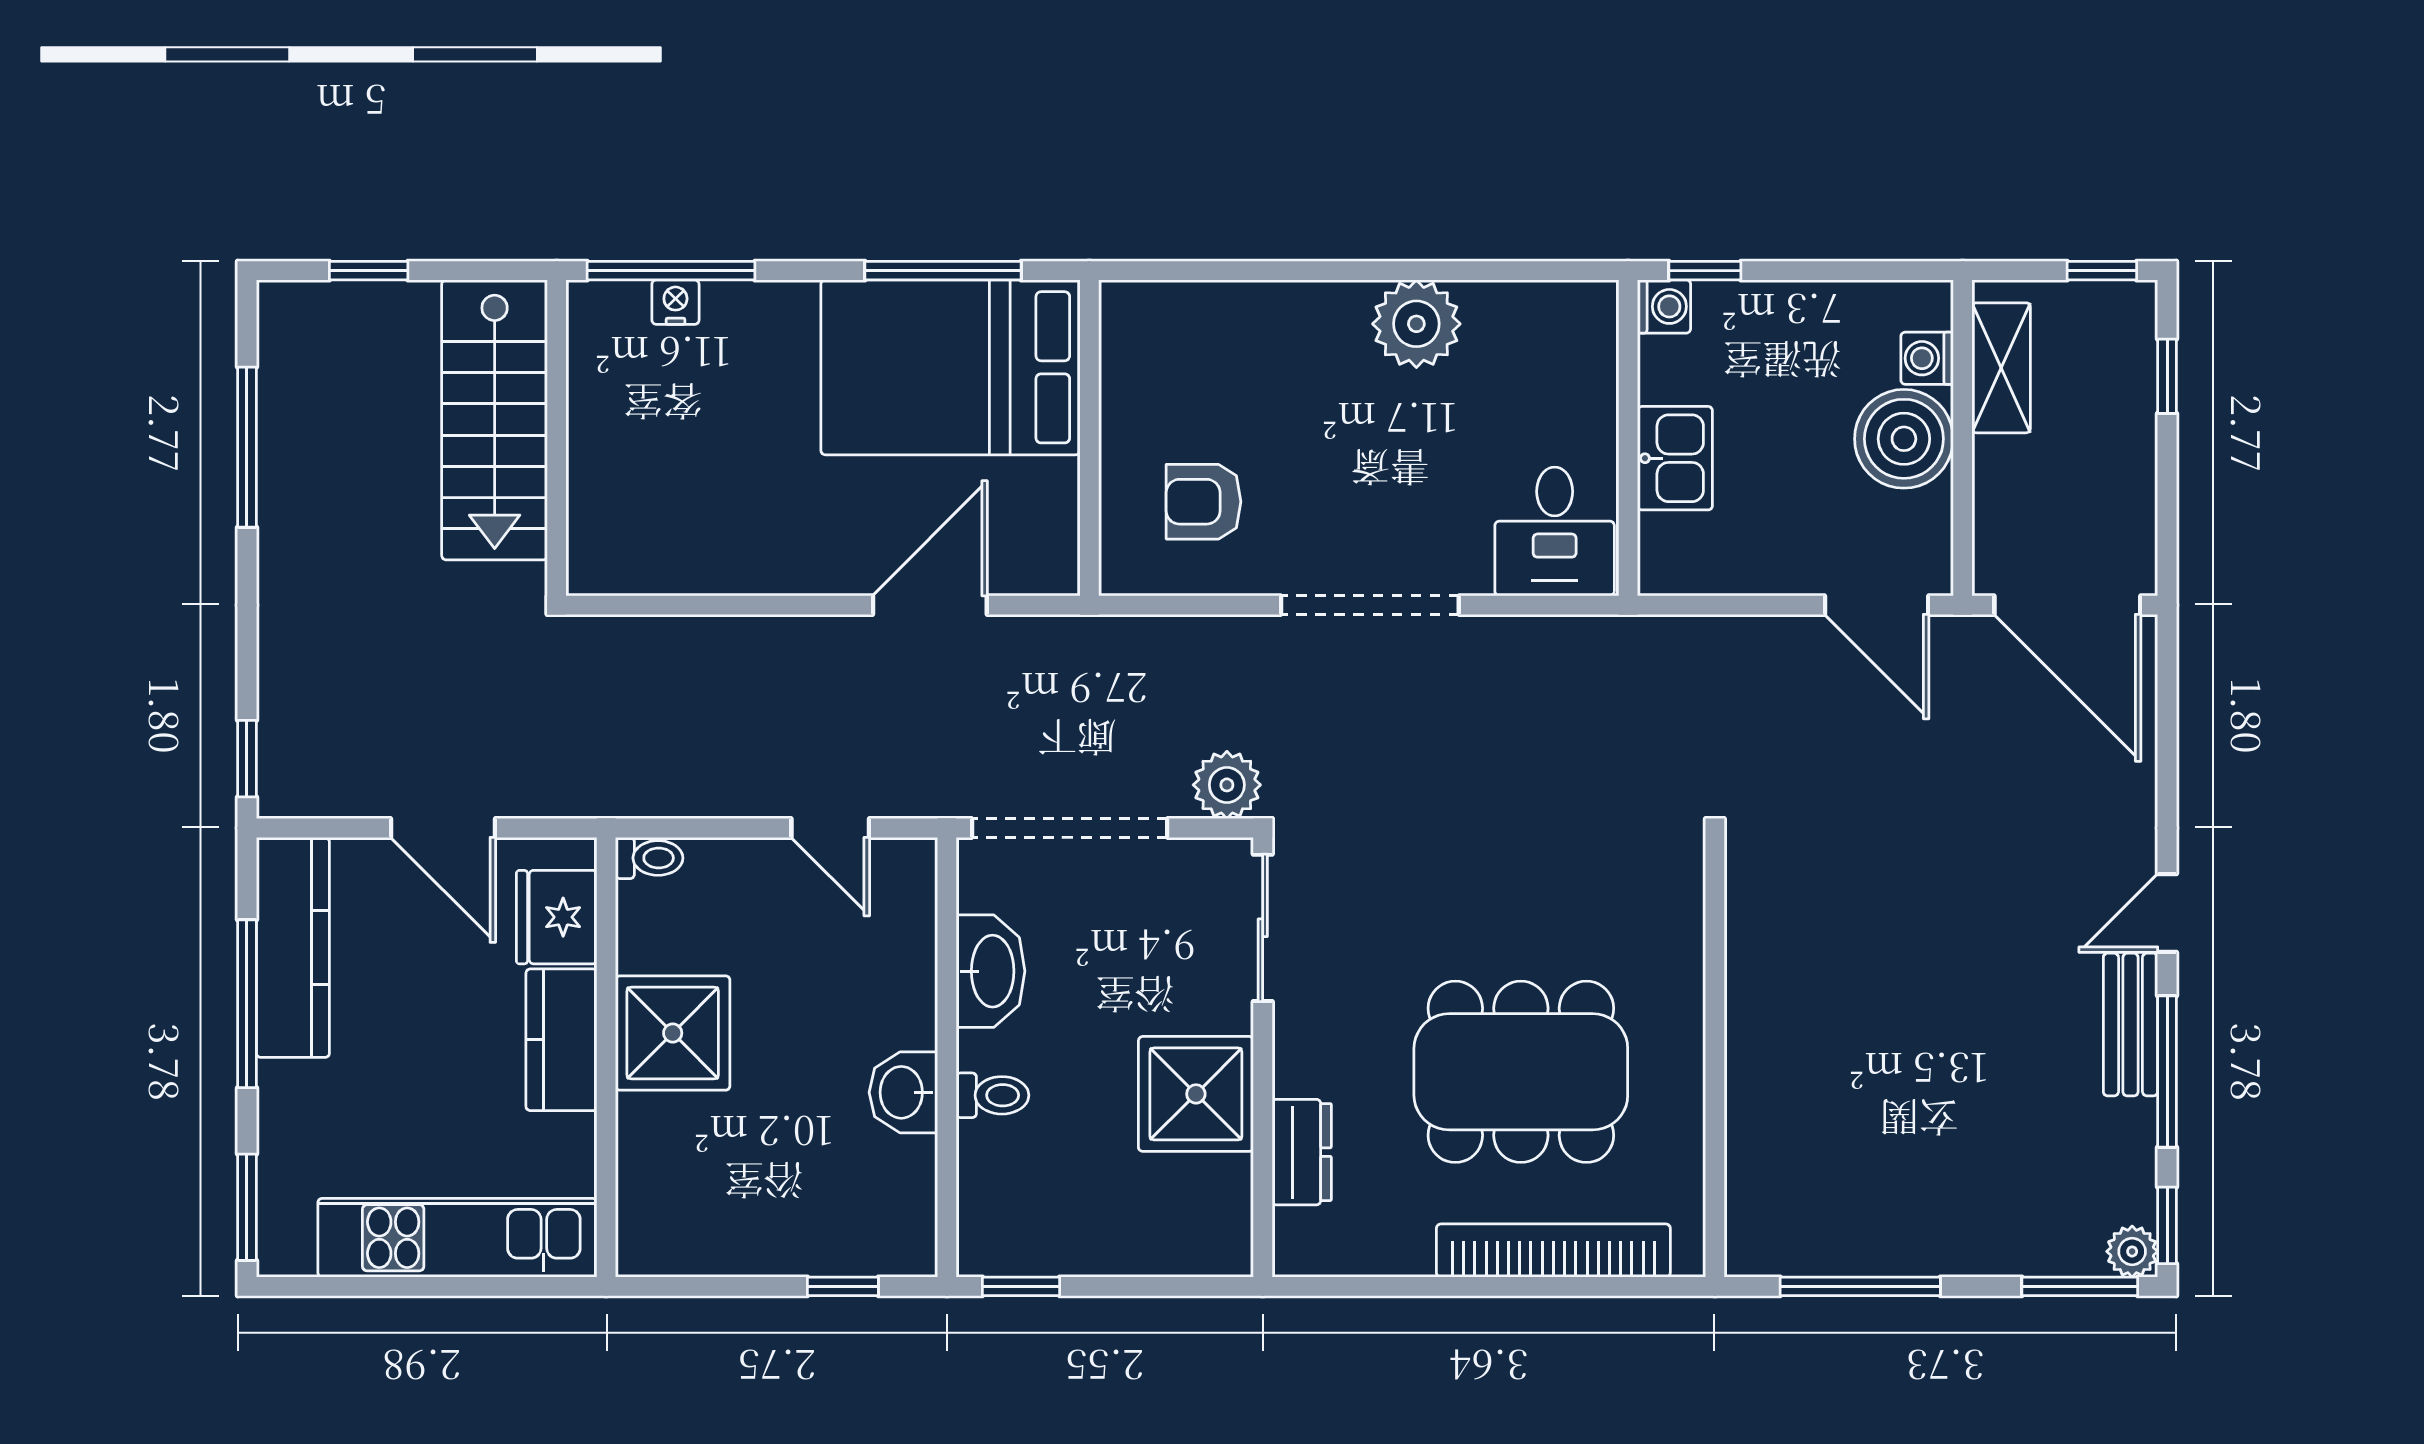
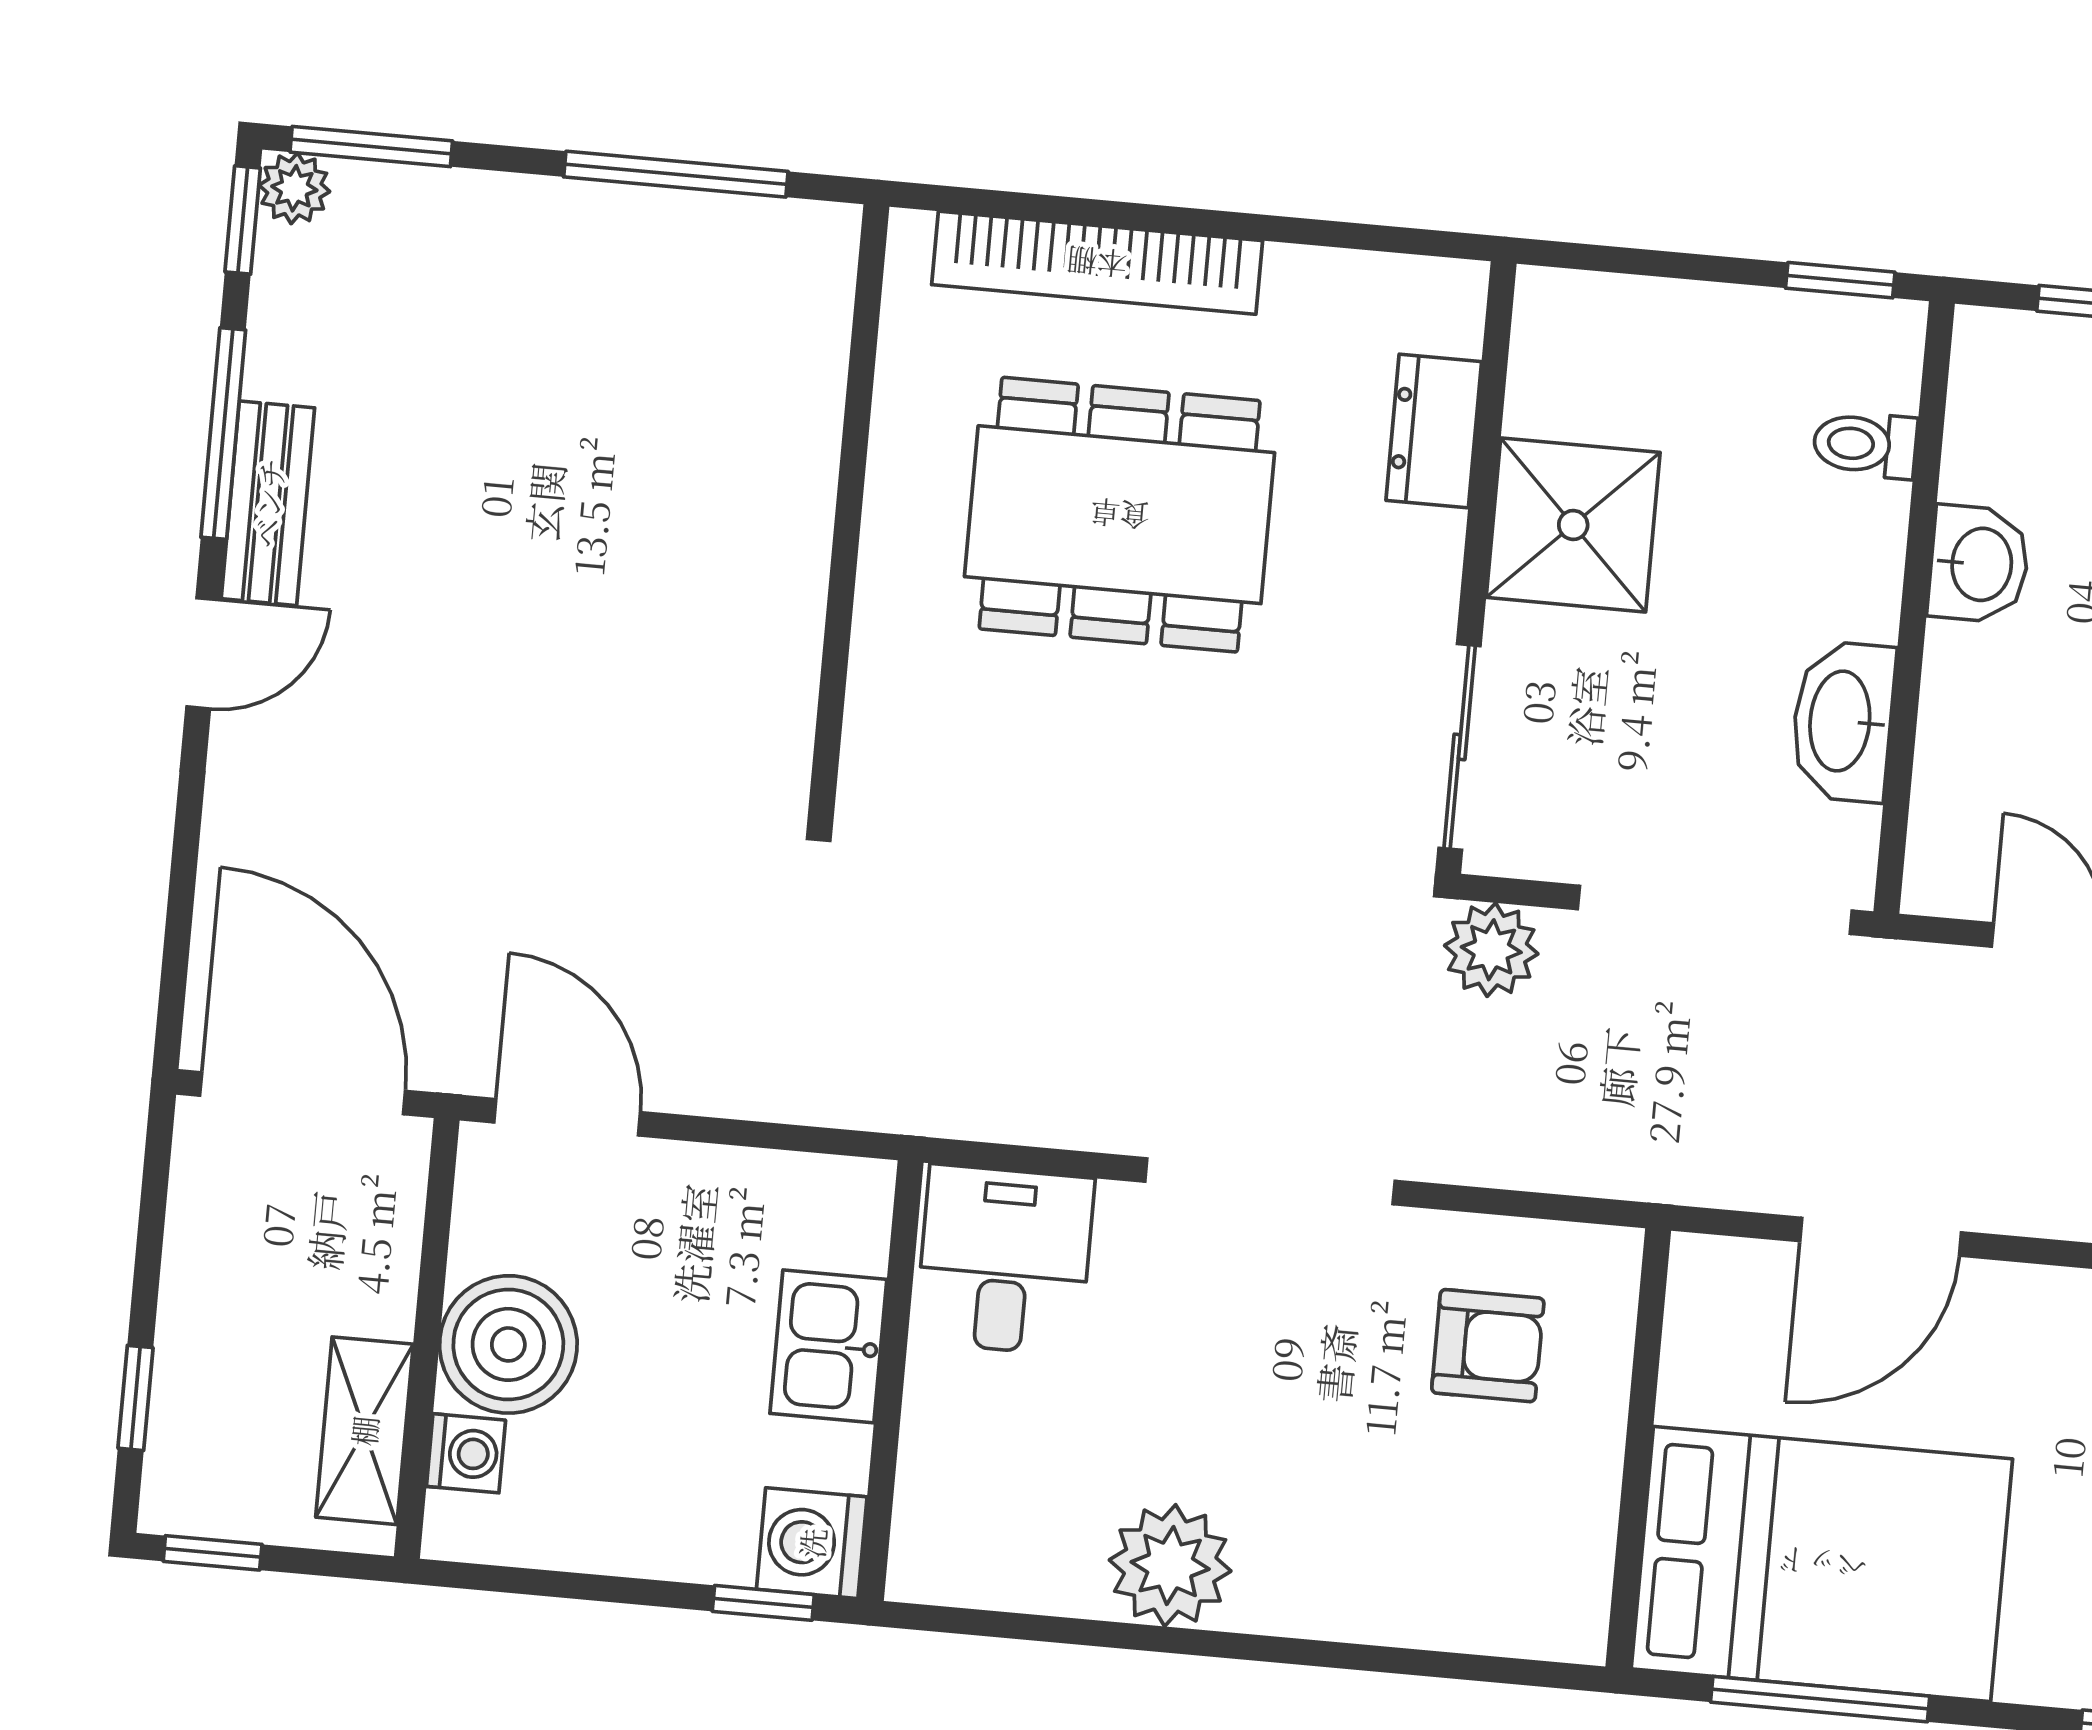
washing machine: (1664, 306) -> (812, 1543), width x1.38, depth x1.38
toilet: (992, 1095) -> (1865, 445), moved

